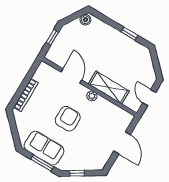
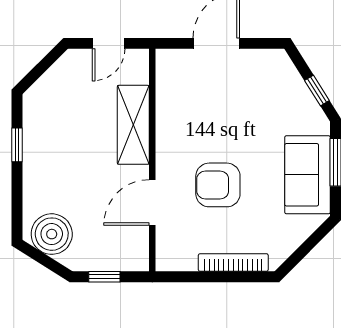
boiler: (85, 20) -> (52, 234), width x1.86, depth x1.86
plant: (92, 96) -> (166, 146), removed
armchair: (68, 119) -> (218, 185), moved

